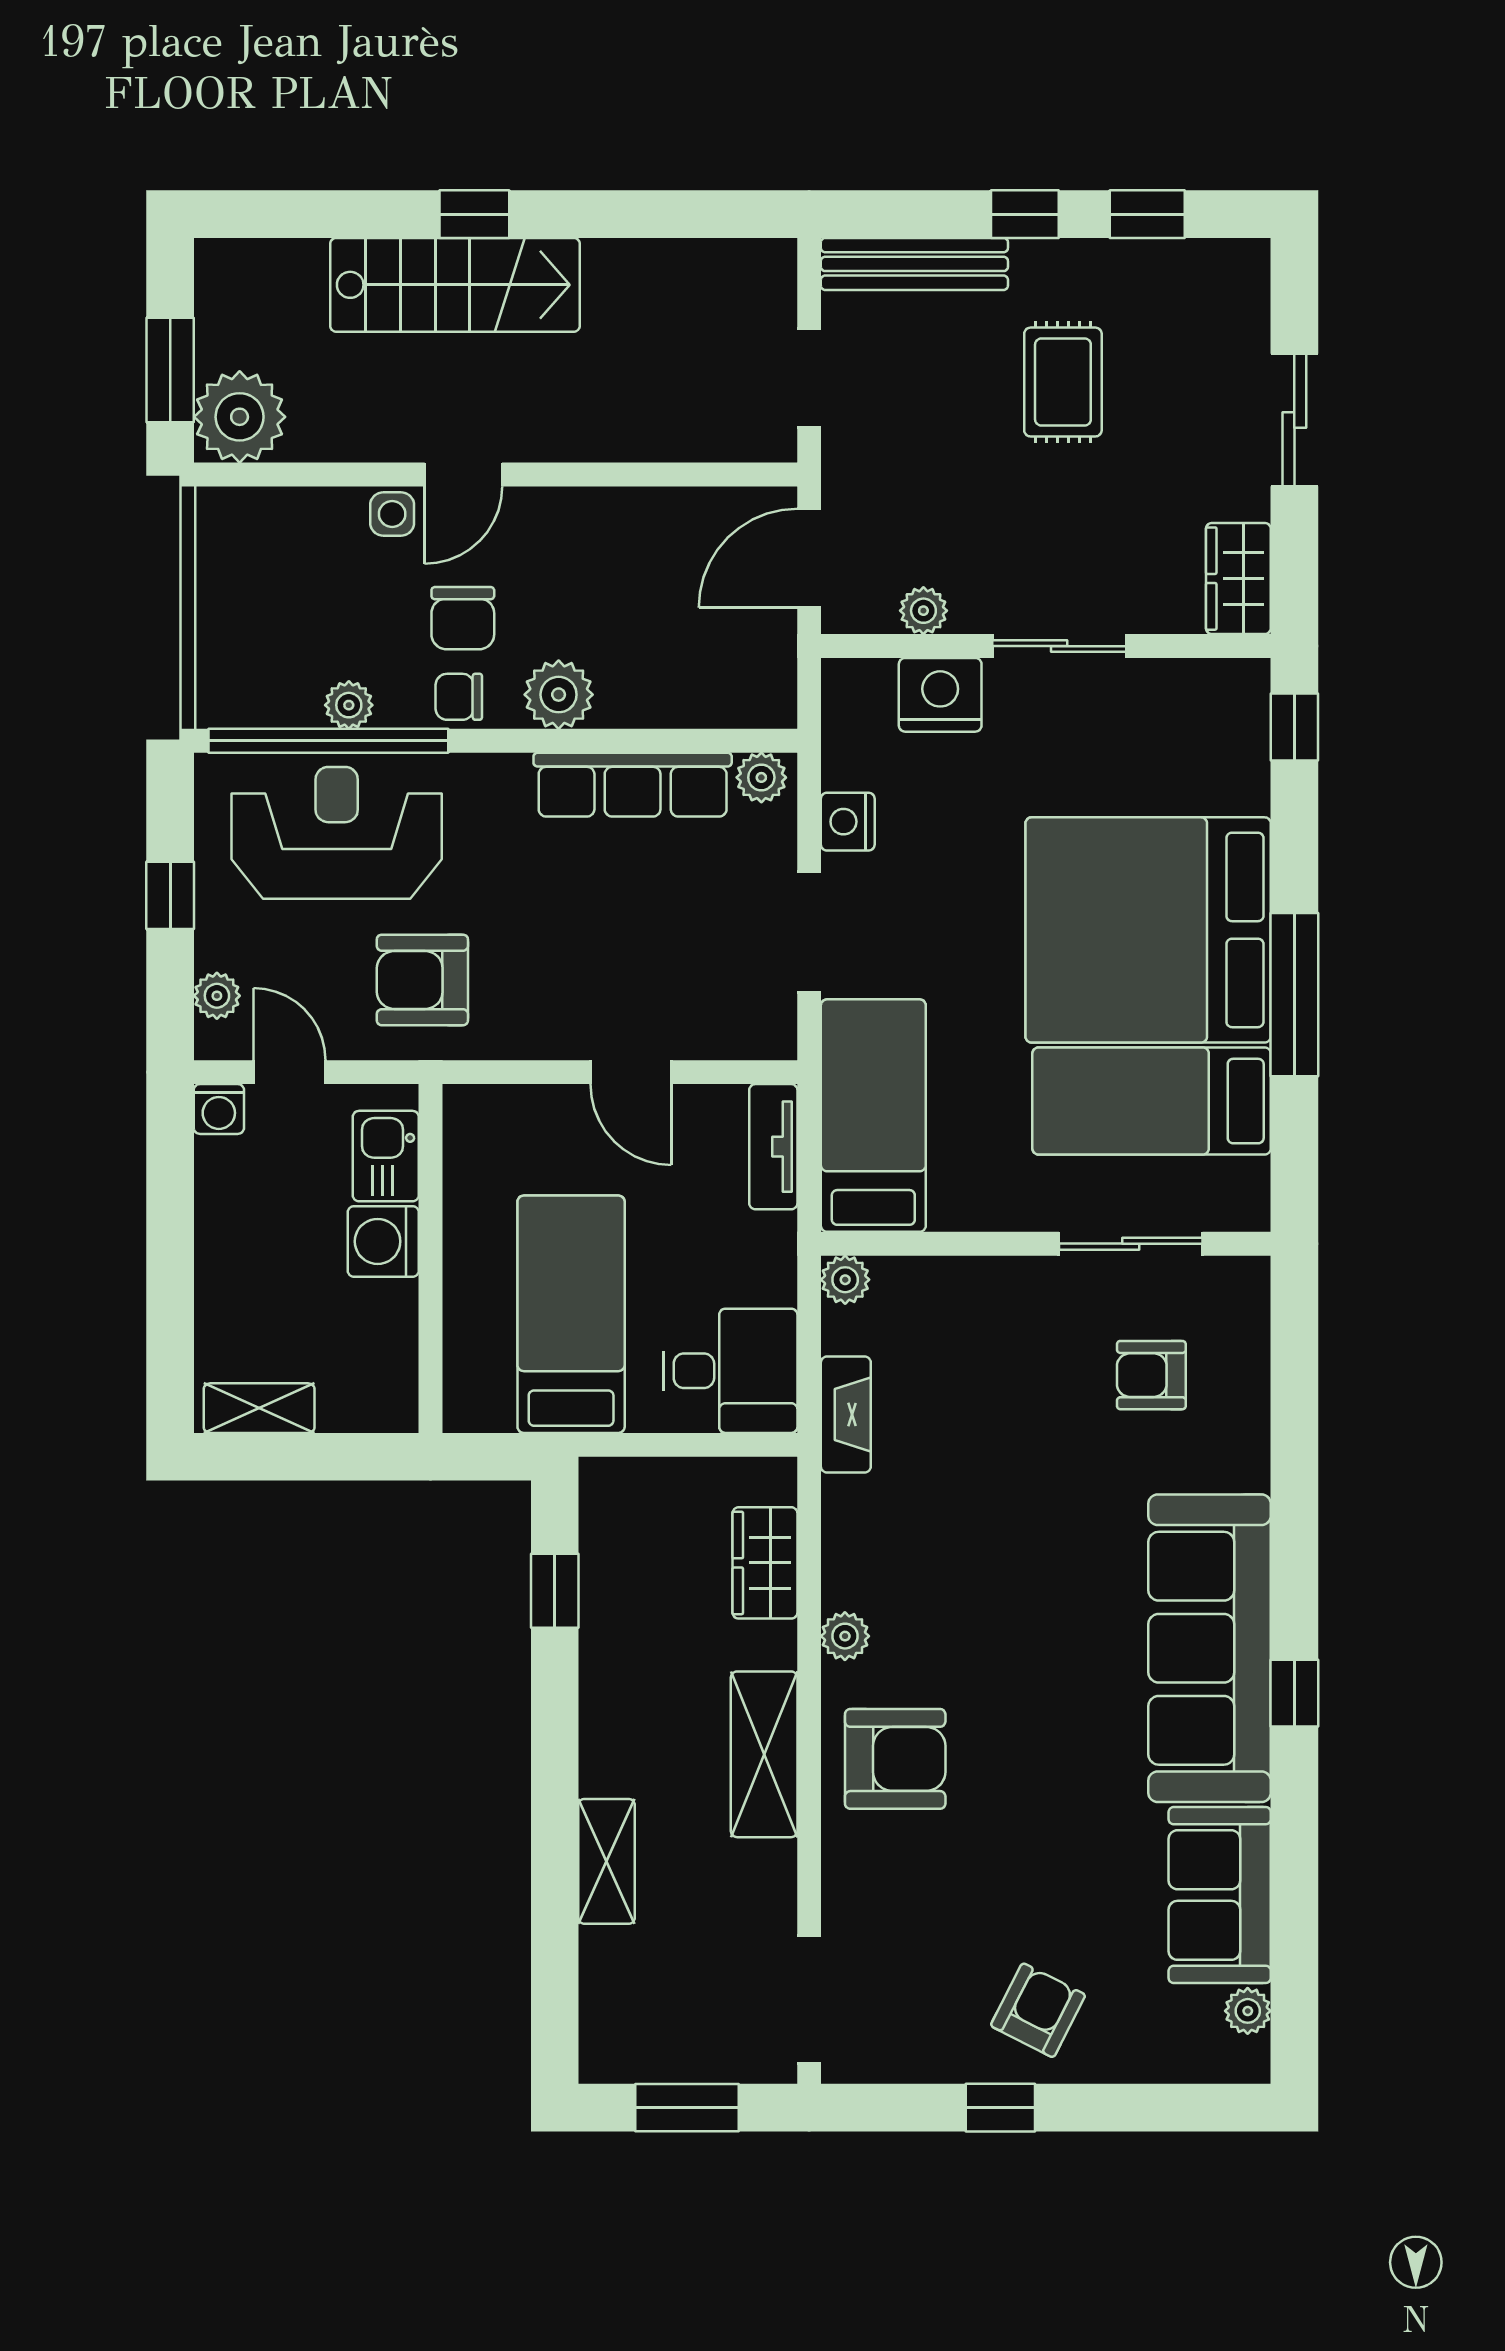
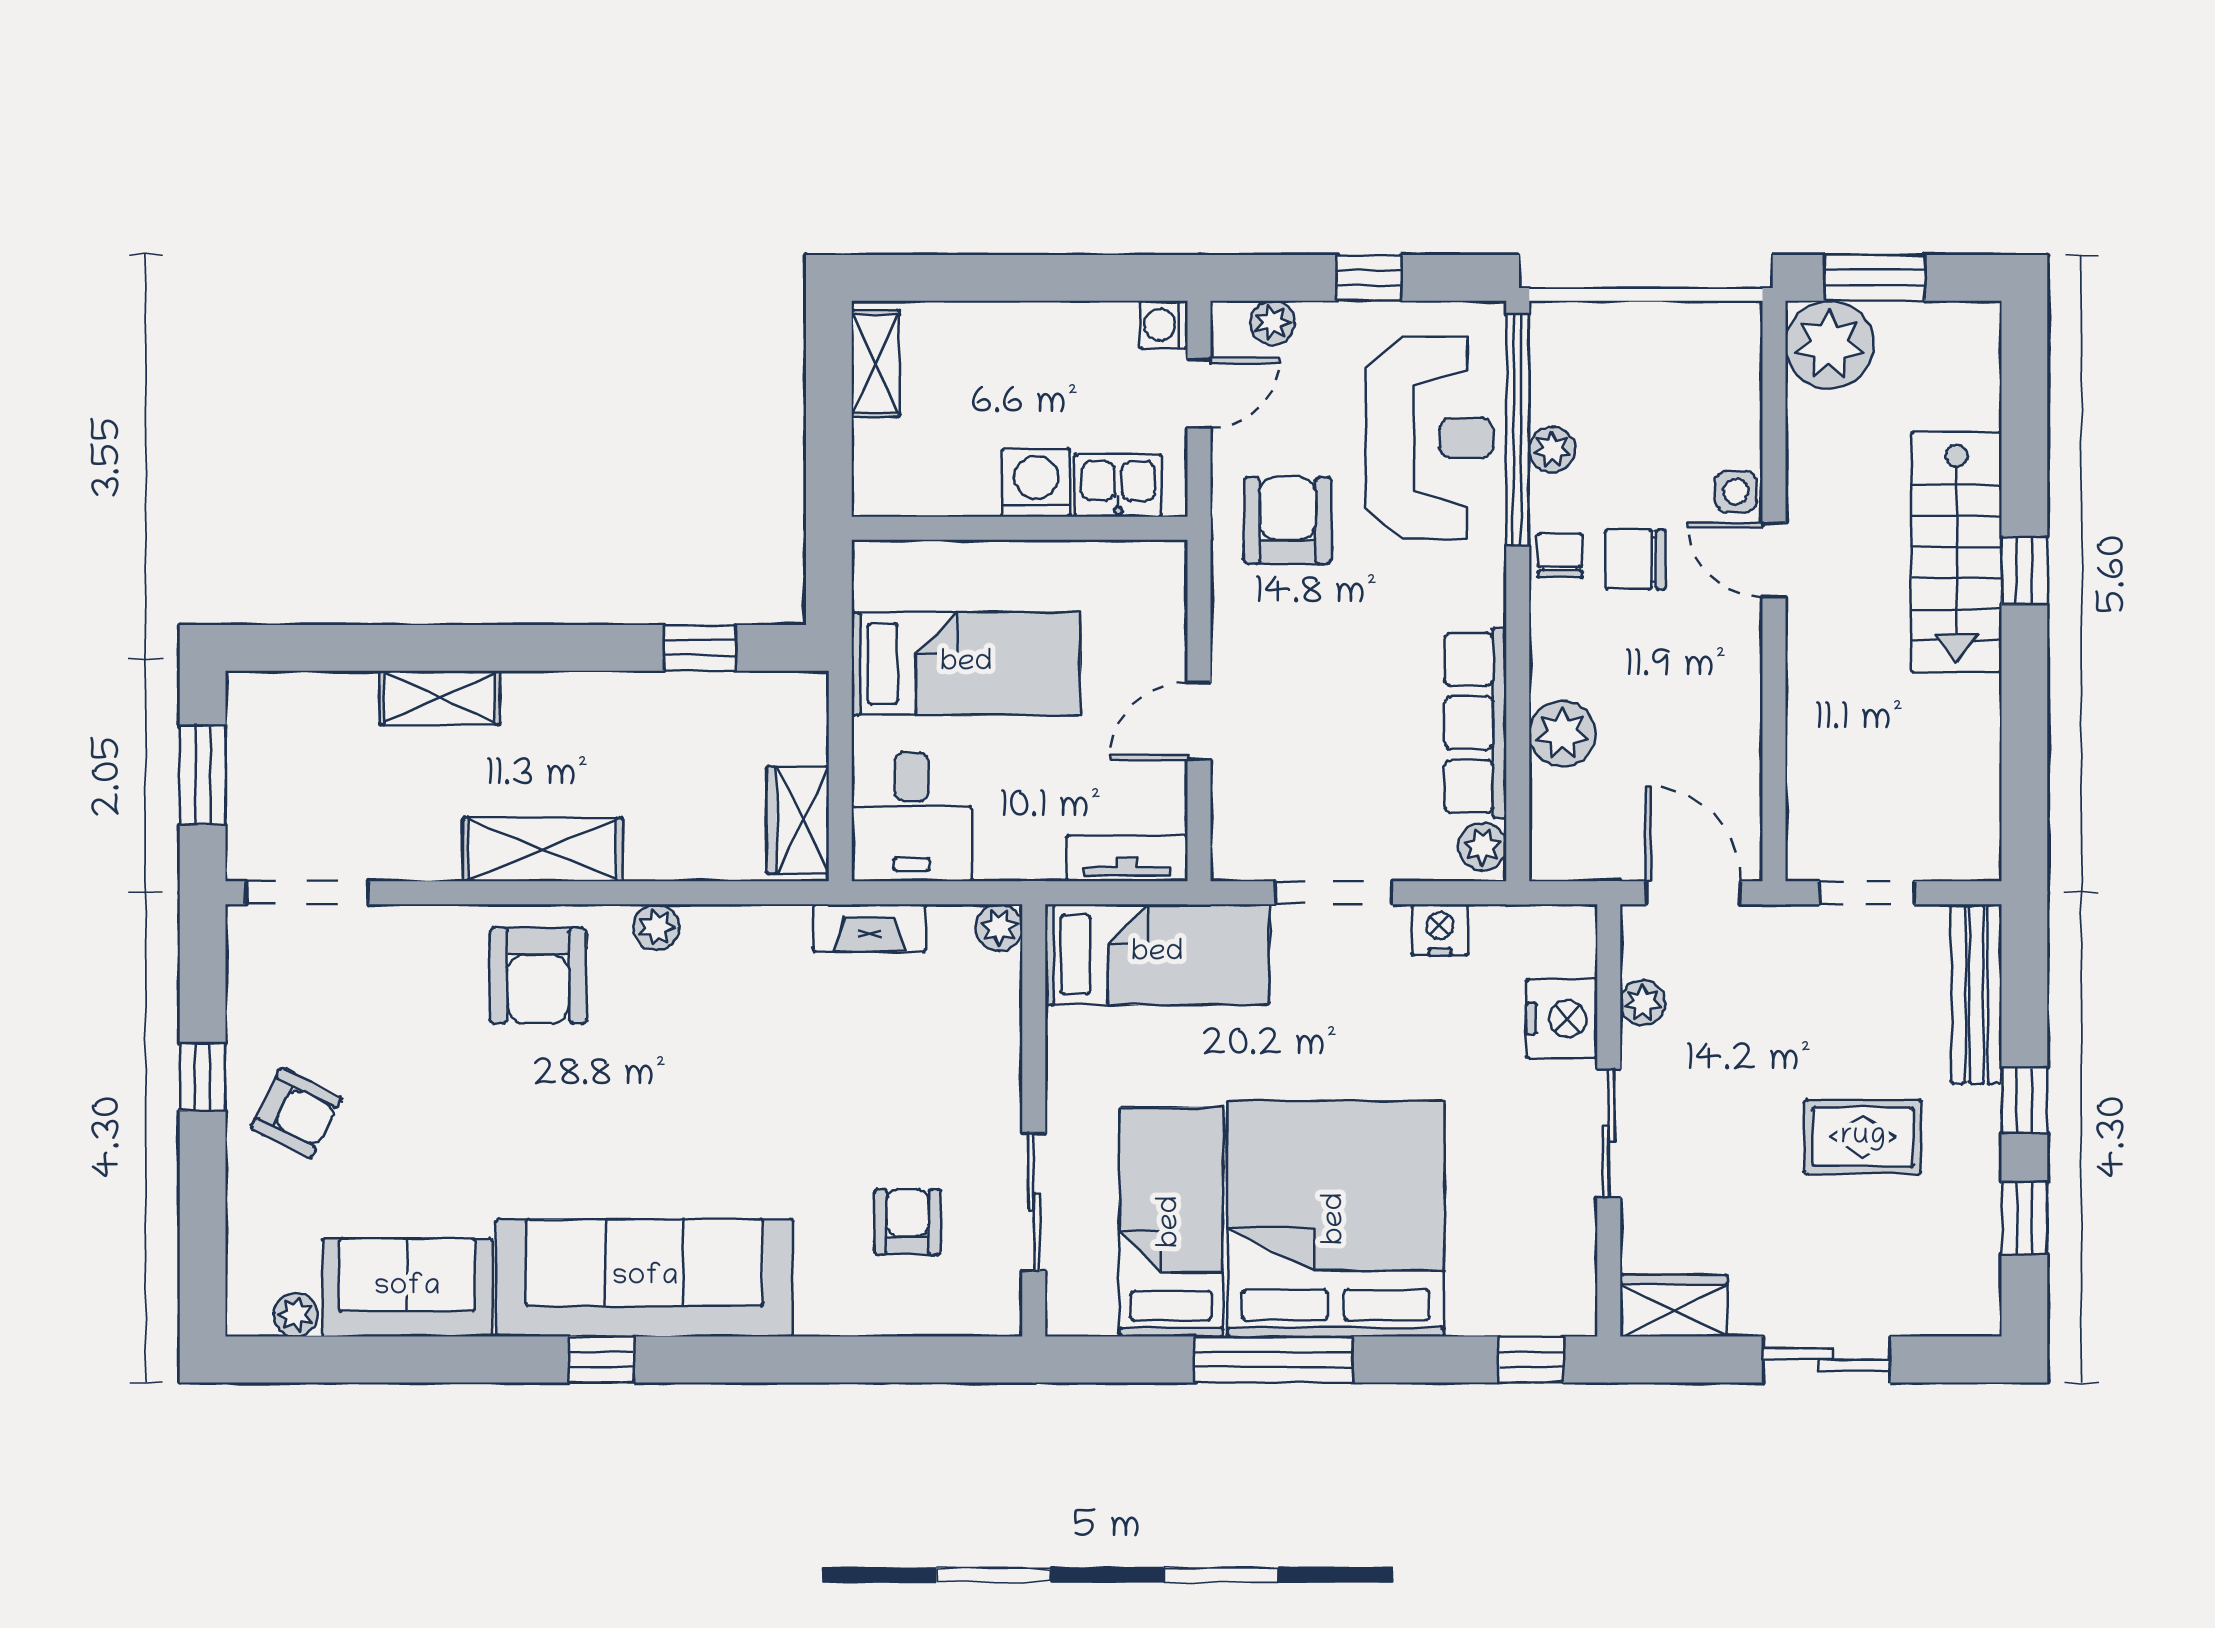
plant: (559, 695) -> (1562, 734), moved
wardrobe: (765, 1563) -> (798, 820), moved, turned -90

